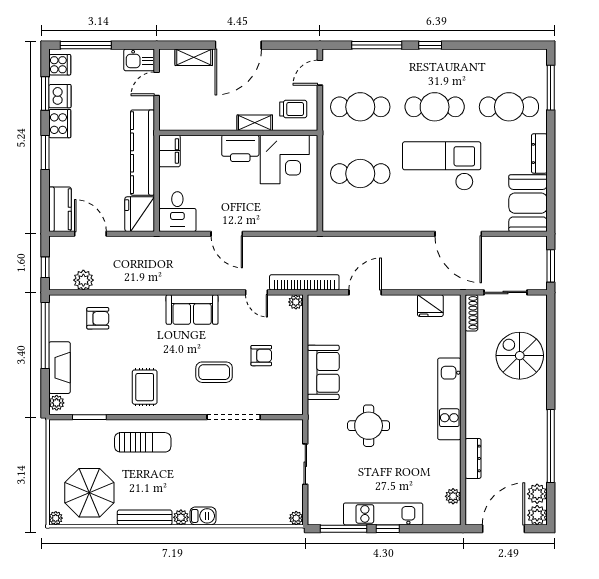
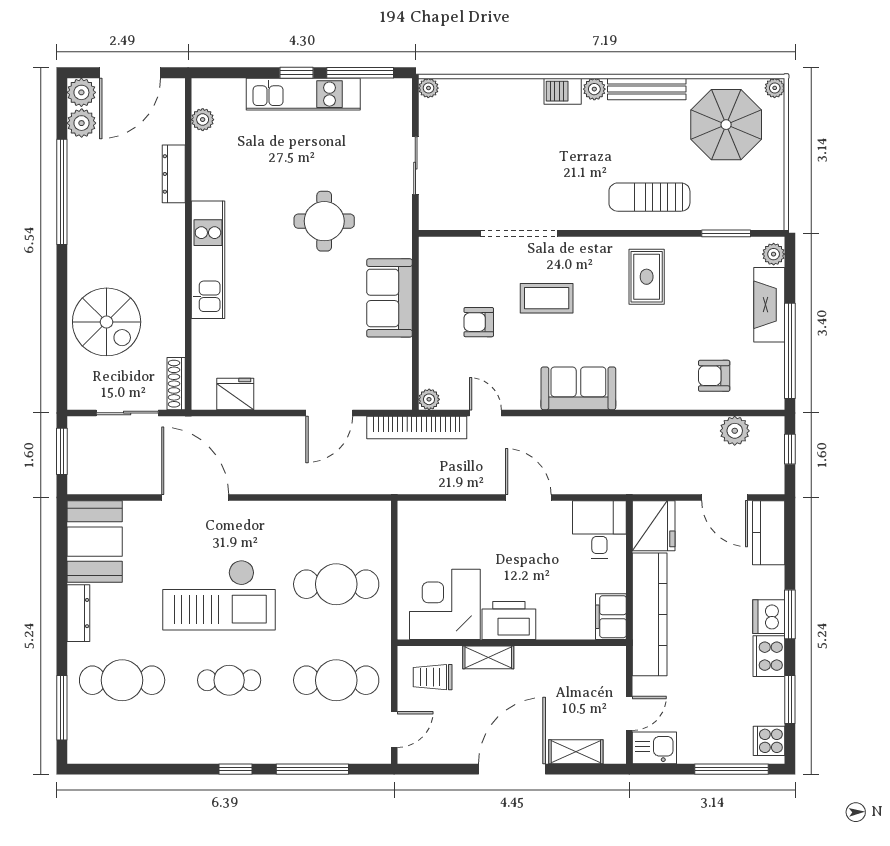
dishwasher: (60, 96) -> (769, 617), moved
cafe table: (435, 107) -> (229, 680), width x0.73, depth x0.74

